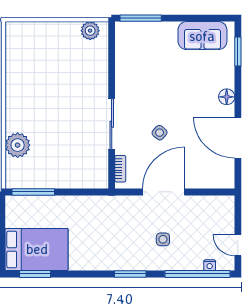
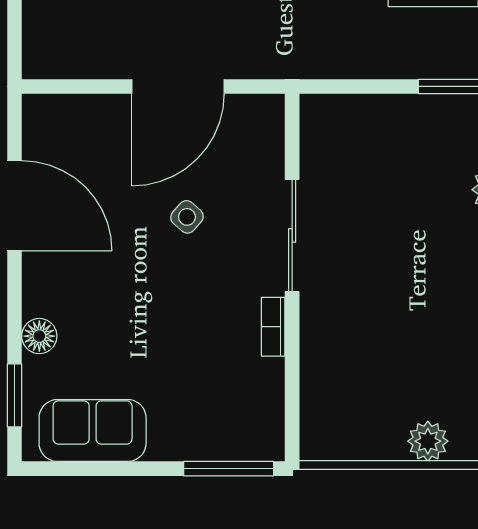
plant: (90, 31) -> (428, 441), moved
floor lamp: (227, 97) -> (39, 336), moved
bookcase: (120, 169) -> (273, 327), moved

